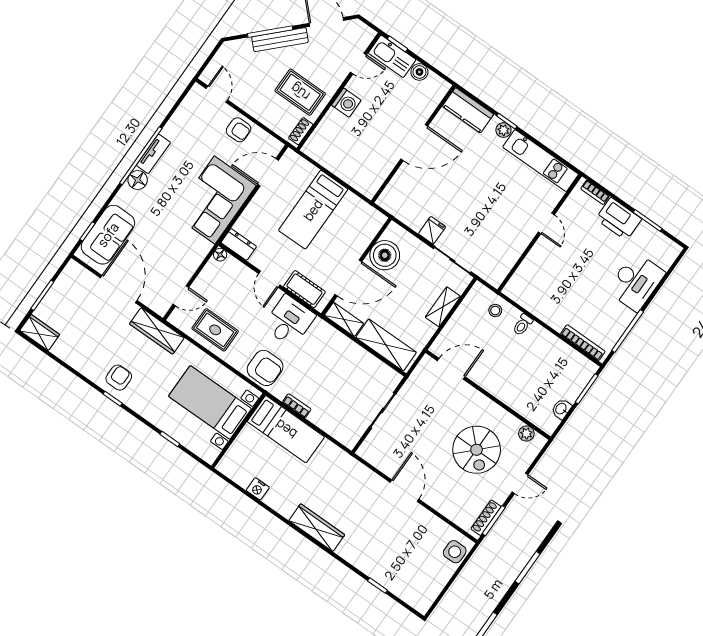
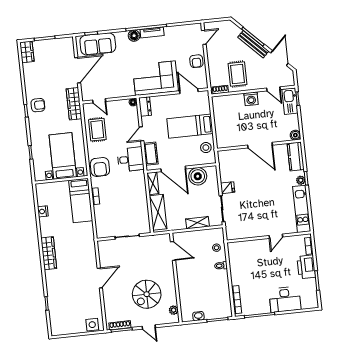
boiler: (419, 72) -> (295, 135), moved
stool: (358, 213) -> (206, 148), added

